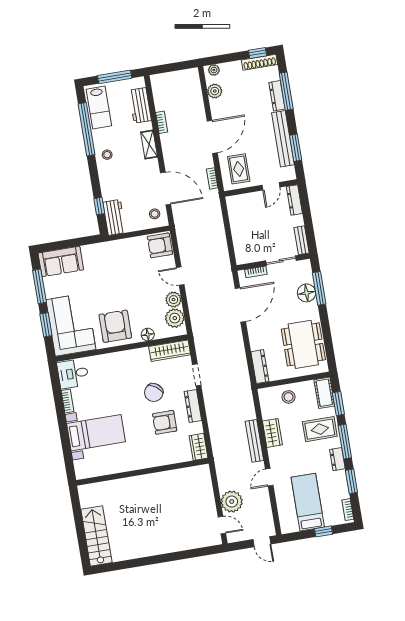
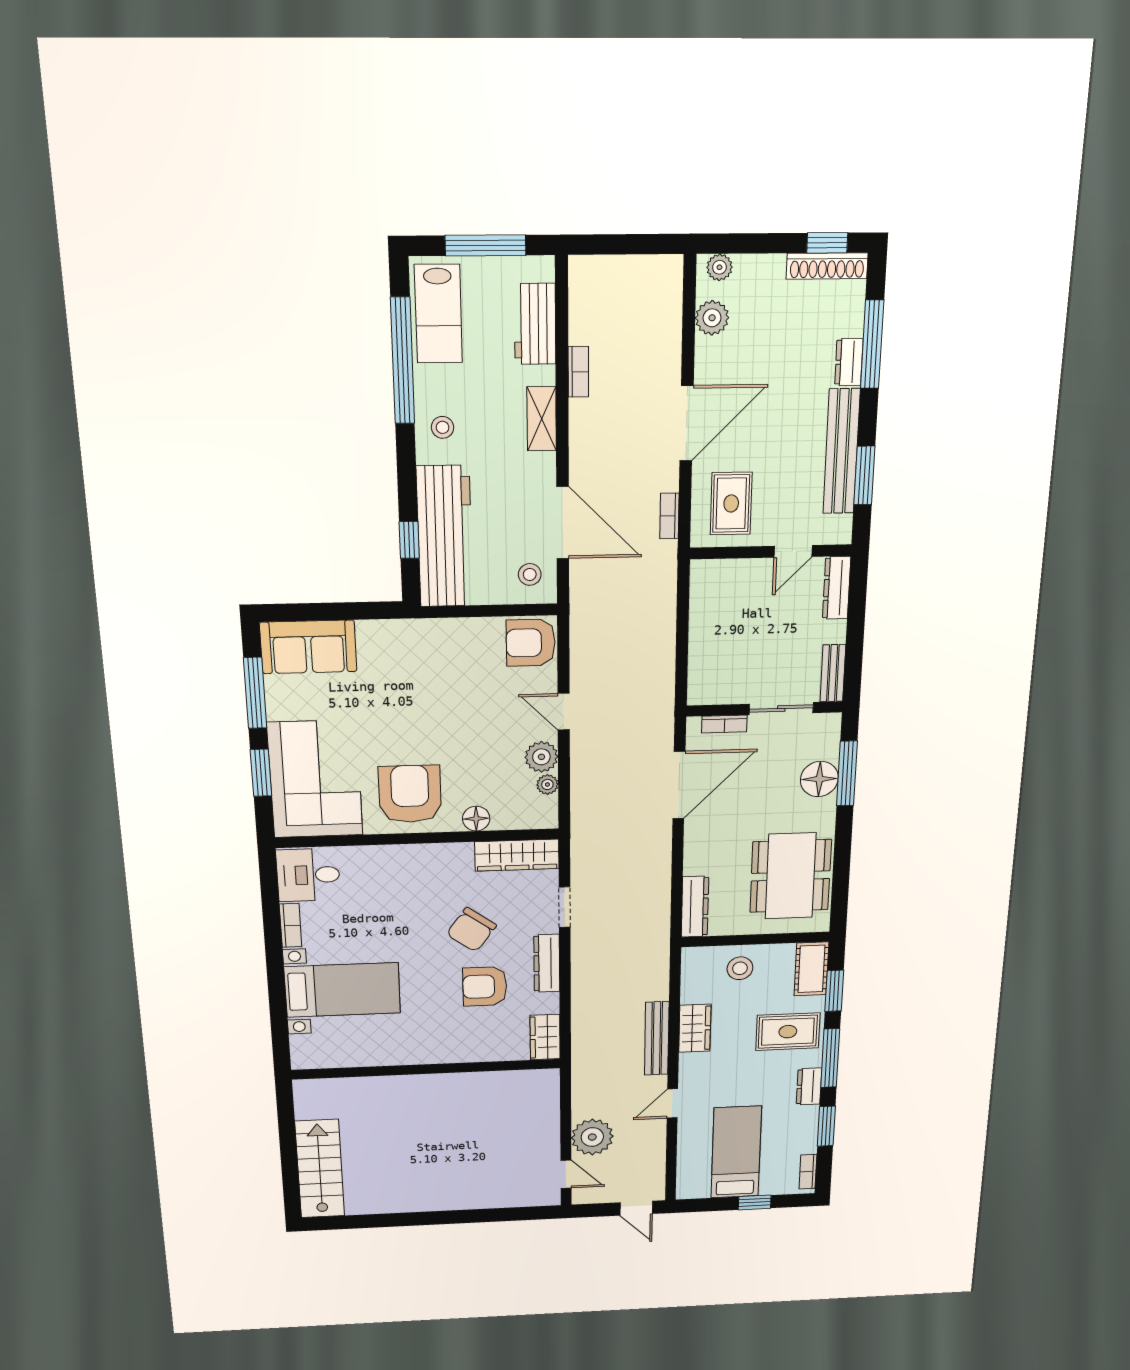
dresser: (277, 96) -> (849, 362), width x0.70
workbench: (114, 217) -> (445, 537), width x1.88, depth x1.32
plant: (175, 318) -> (547, 784), width x0.53, depth x0.53

